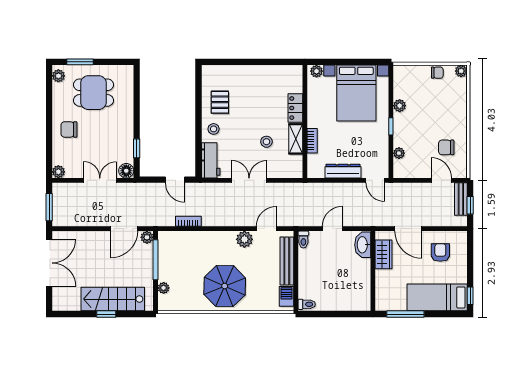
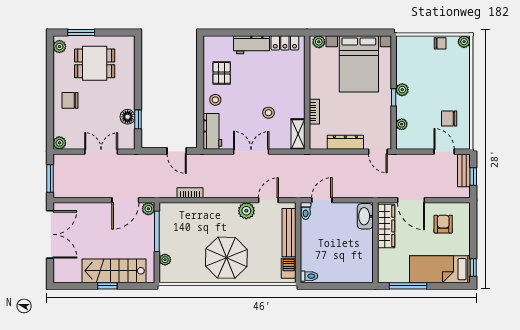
workbench: (250, 74) -> (251, 45), added
plant: (400, 106) -> (402, 90), moved
locker: (295, 108) -> (285, 43), moved, turned -90
shelving: (296, 139) -> (298, 134), moved
floor lamp: (126, 171) -> (128, 117), moved
door: (333, 229) -> (322, 200), moved
wardrobe: (384, 254) -> (386, 226), width x1.50

